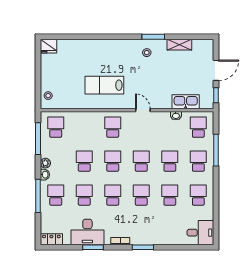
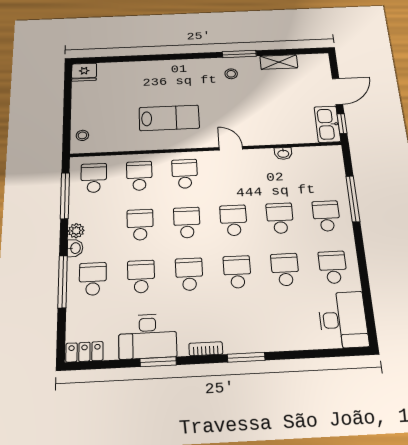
lab bench: (104, 85) -> (169, 118), turned 180
kitchen sink: (186, 102) -> (327, 124), moved, turned -90
school desk: (198, 127) -> (139, 176), moved
desk: (200, 233) -> (343, 320), width x1.37

